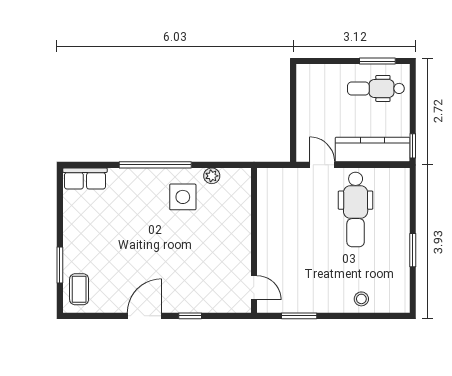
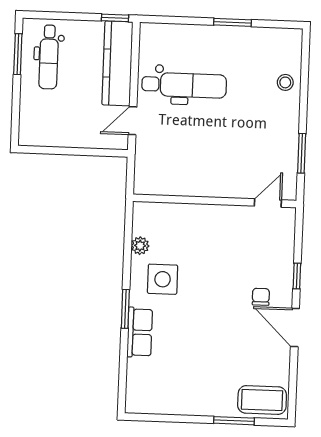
window: (155, 165) -> (125, 309), width x0.47
row of seats: (85, 178) -> (140, 332), moved
chair: (171, 285) -> (261, 297), added
coffee table: (79, 289) -> (262, 400), width x1.36, depth x1.30

